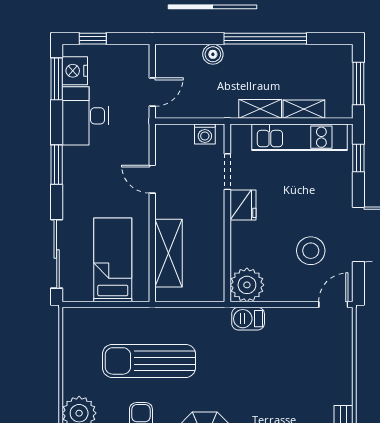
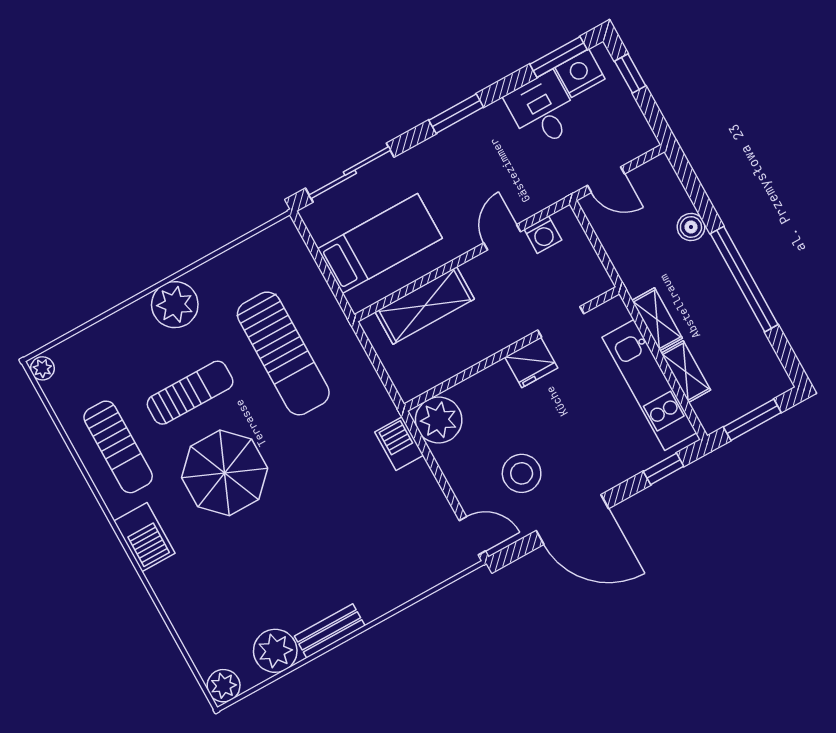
desk: (85, 116) -> (543, 110), width x0.73
washing machine: (205, 134) -> (543, 235), moved, turned -90
sun lounger: (149, 361) -> (283, 353), turned 180

